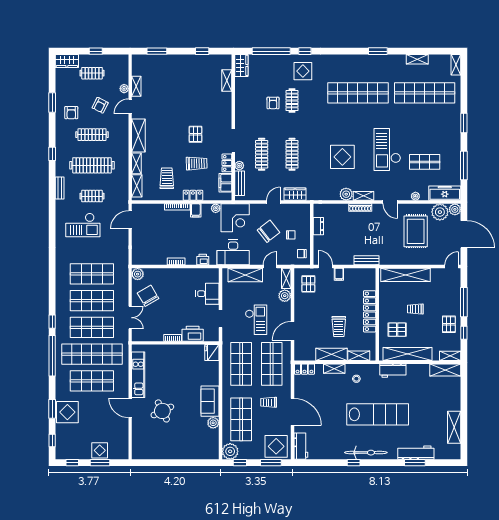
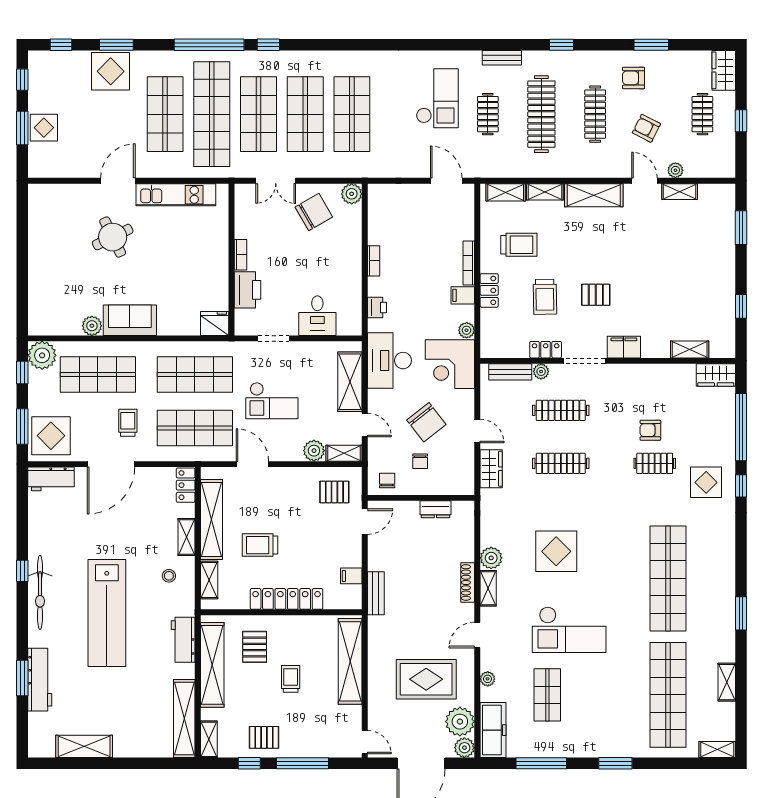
checkout: (387, 150) -> (569, 630), turned 180
filing cabinet: (225, 183) -> (624, 347), moved
checkout: (83, 225) -> (437, 98), turned 180
filing cabinet: (339, 274) -> (351, 576), moved
shelving: (331, 354) -> (211, 519), width x1.47
shelving: (445, 370) -> (184, 719), width x1.47

